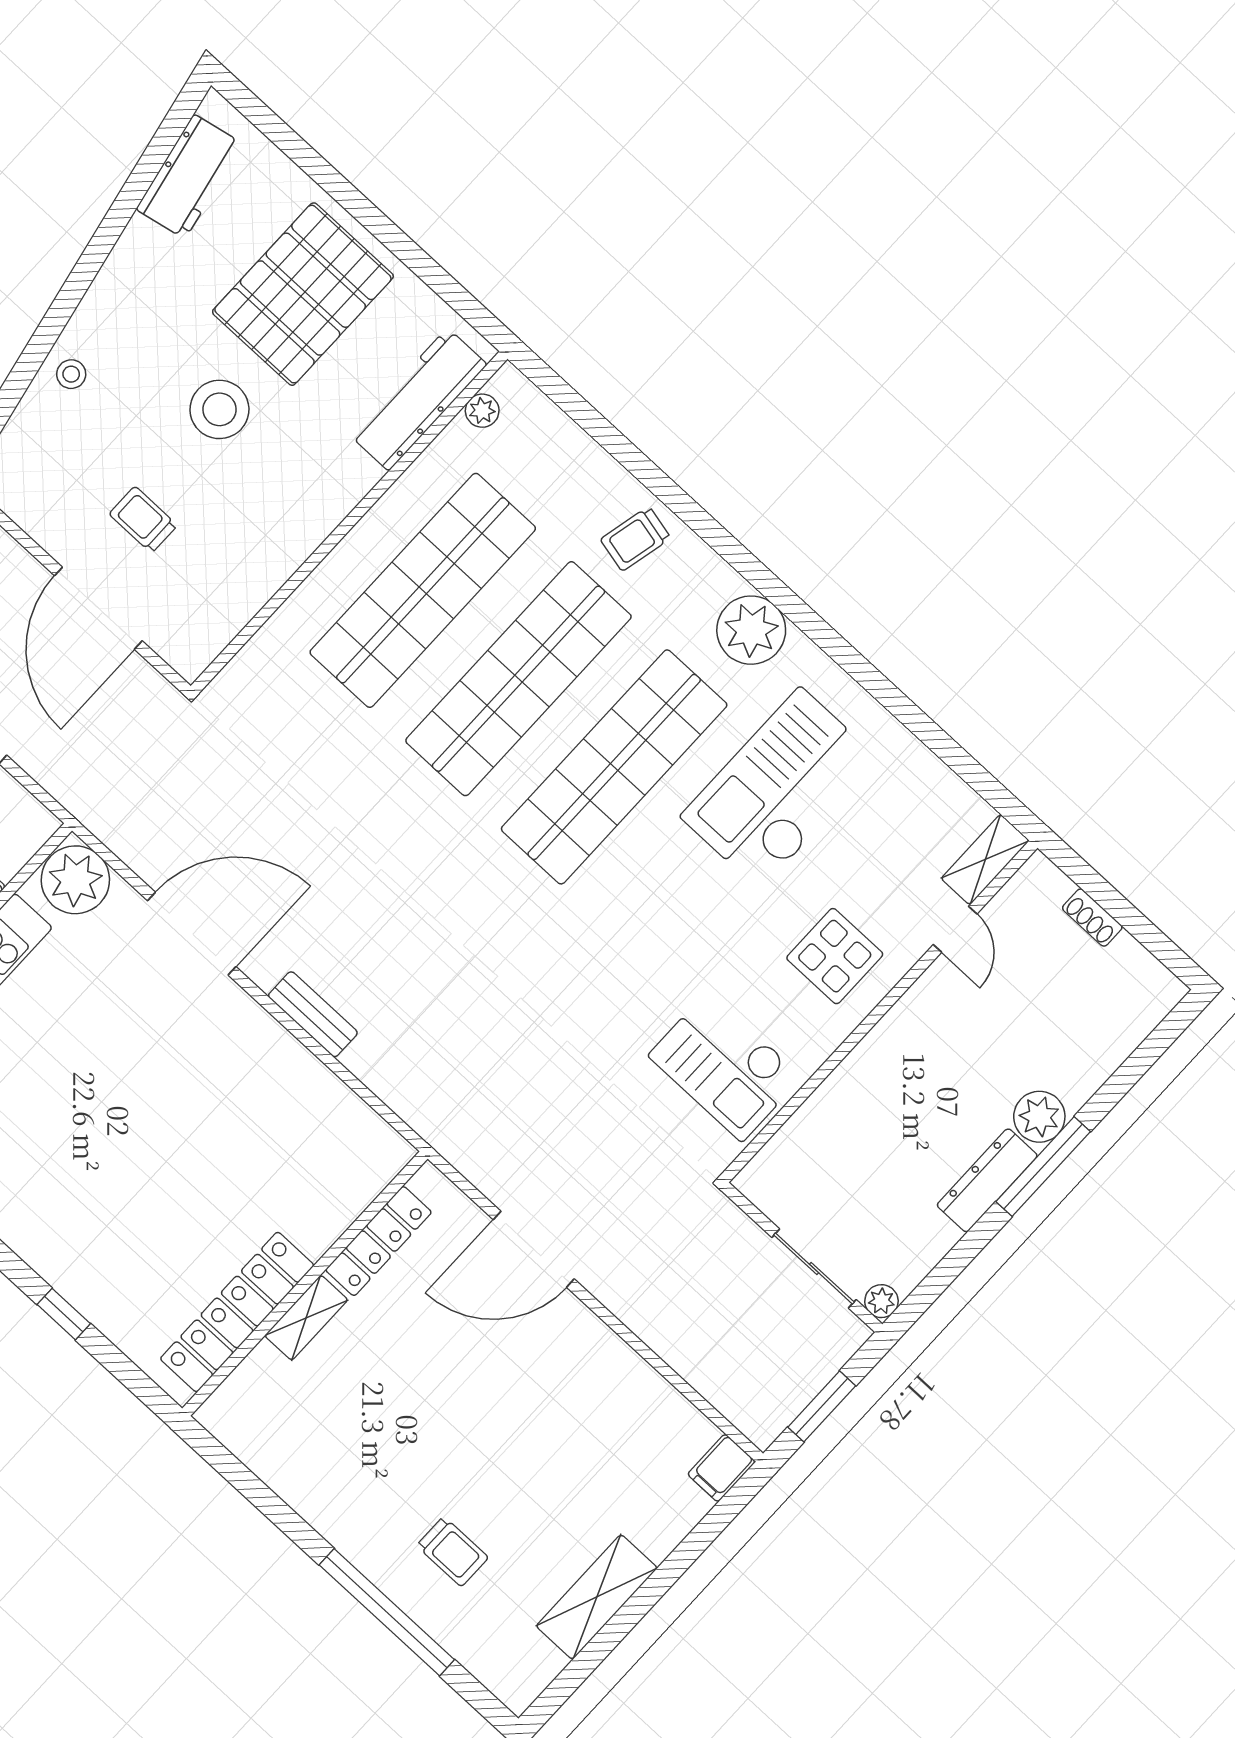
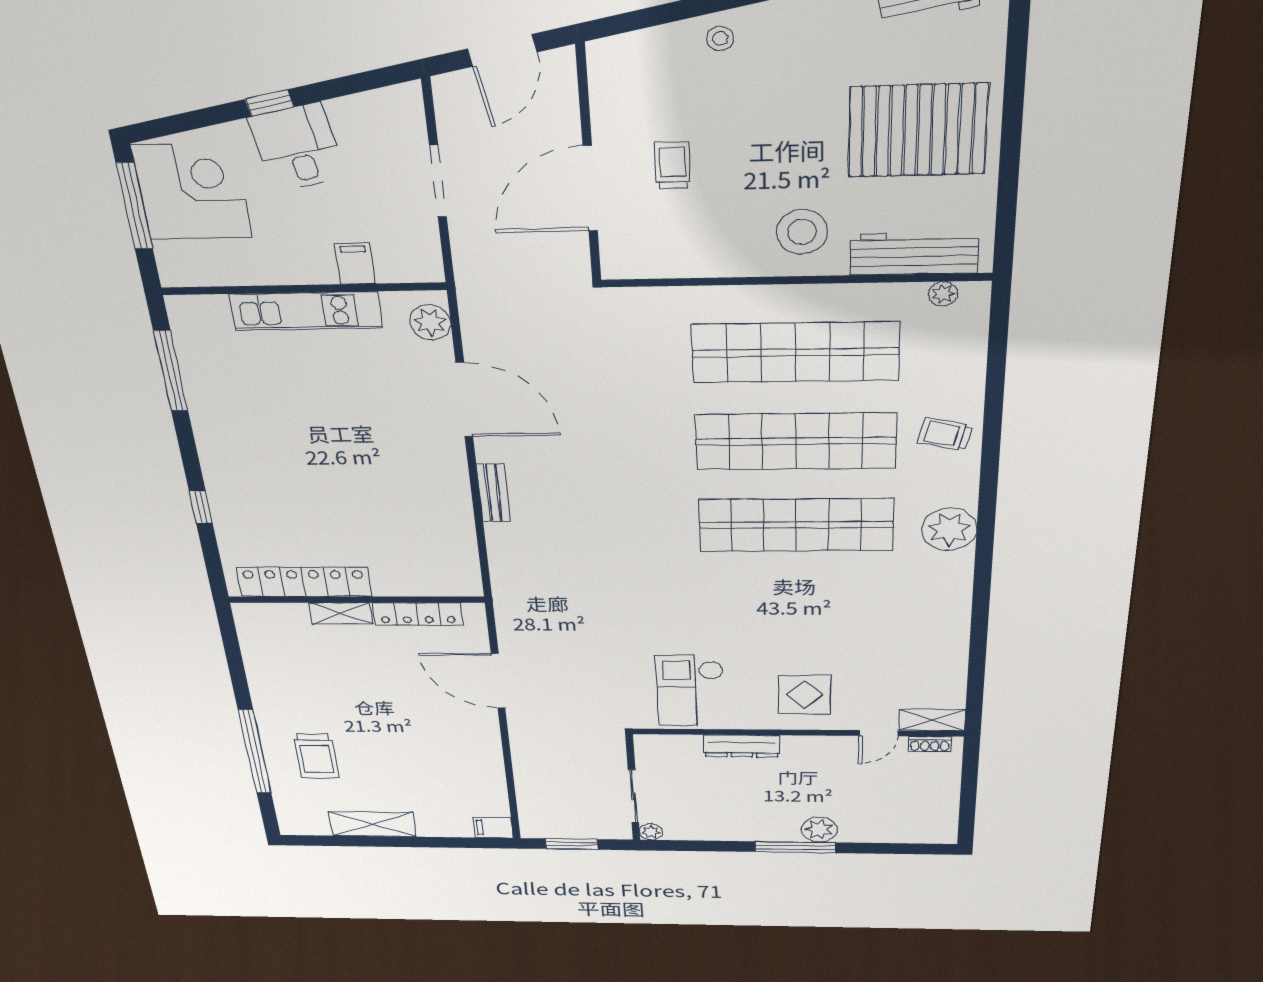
stool: (219, 409) -> (802, 232), moved
checkout: (780, 789) -> (870, 608), removed
plant: (75, 880) -> (430, 322), width x0.73, depth x0.73
shoe rack: (1092, 918) -> (930, 744), moved, turned -90
dresser: (987, 1180) -> (742, 746), moved, turned 180
trolley: (452, 1552) -> (316, 756), width x1.36, depth x1.39

